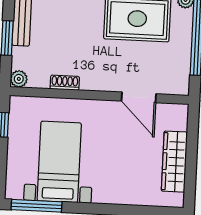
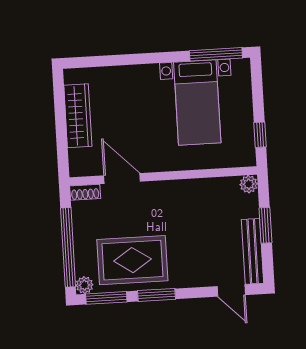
shoe rack: (65, 83) -> (85, 192), moved

